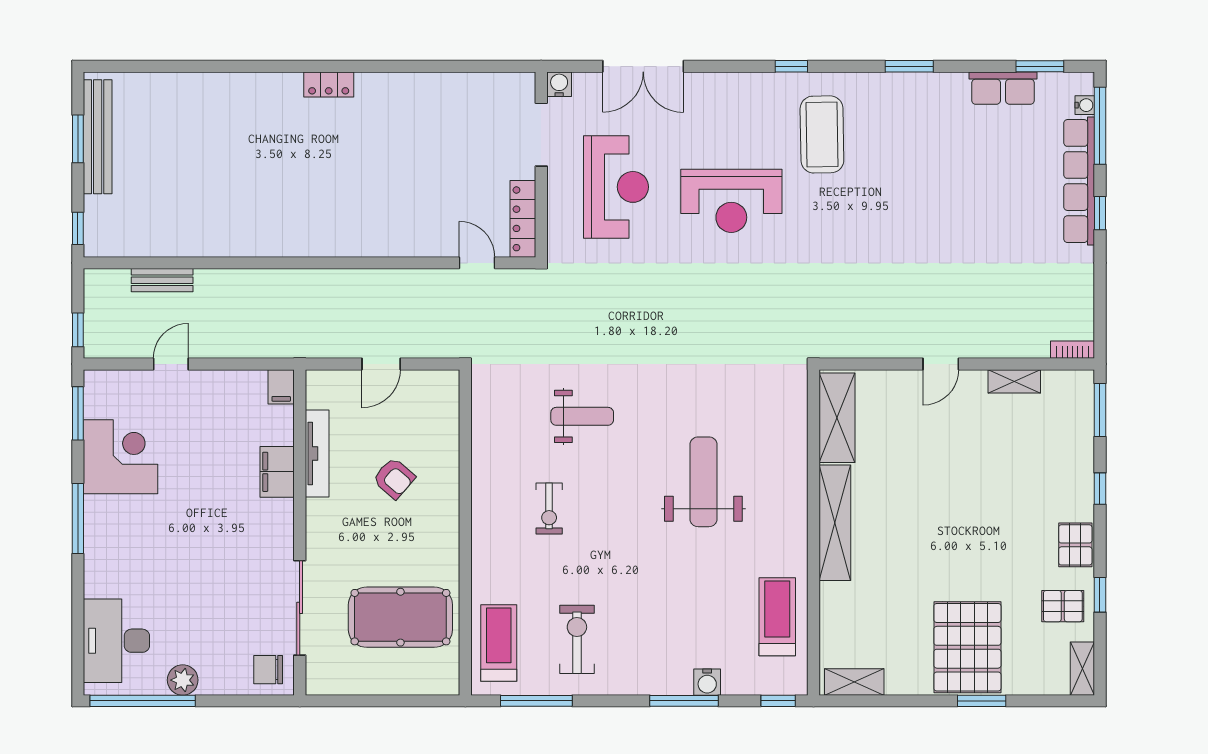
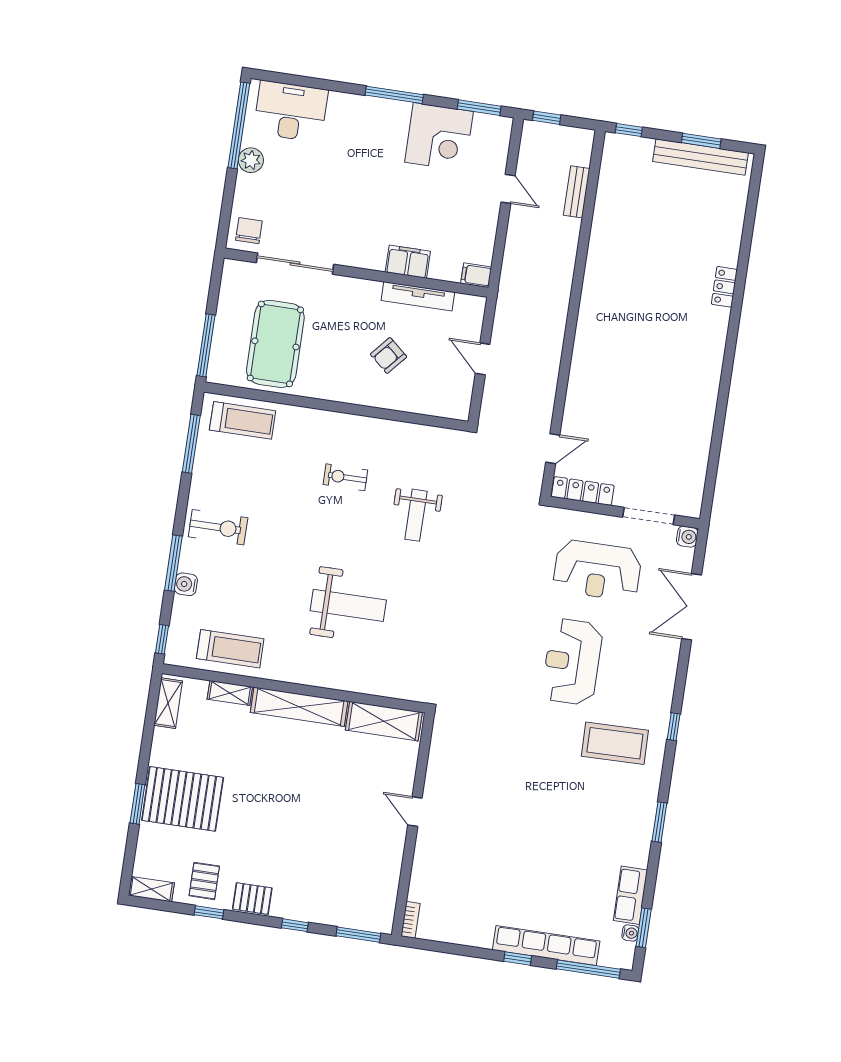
locker: (329, 85) -> (724, 287), moved
water cooler: (1085, 105) -> (630, 933), moved, turned -90
shelving: (1014, 381) -> (230, 693), moved, turned 90
exercise bike: (577, 639) -> (218, 527), moved
window: (415, 701) -> (206, 345), added

